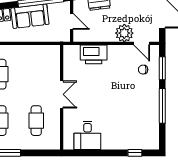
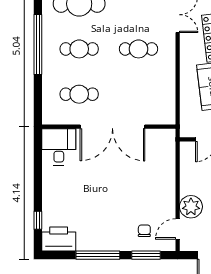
printer: (94, 54) -> (59, 239), moved, turned 90
double door: (62, 94) -> (112, 127), width x1.87
desk: (87, 135) -> (59, 147), moved, turned 90

